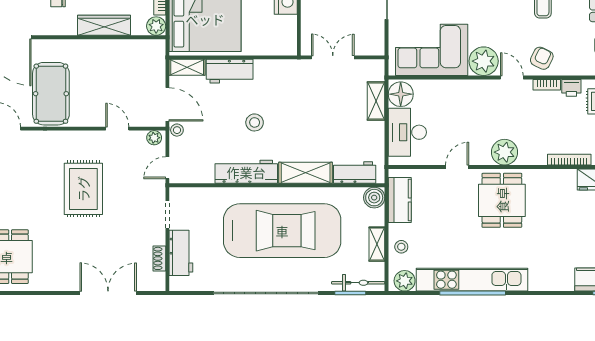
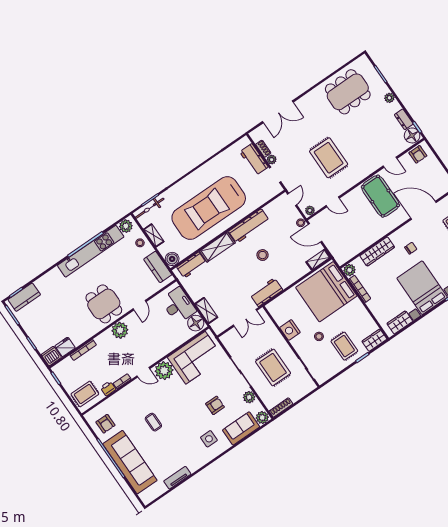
armchair: (542, 58) -> (134, 393), removed
workbench: (230, 71) -> (266, 292), moved
plant: (158, 237) -> (272, 160), added

